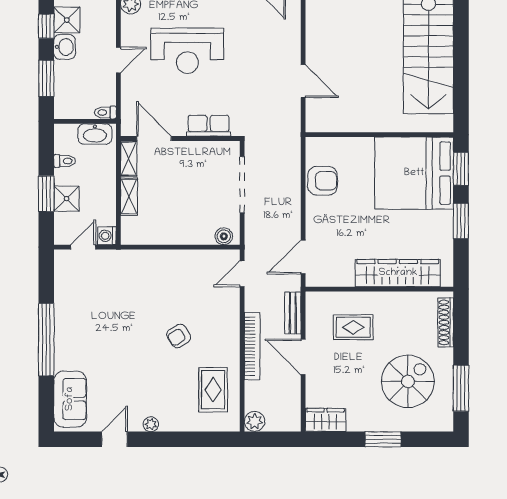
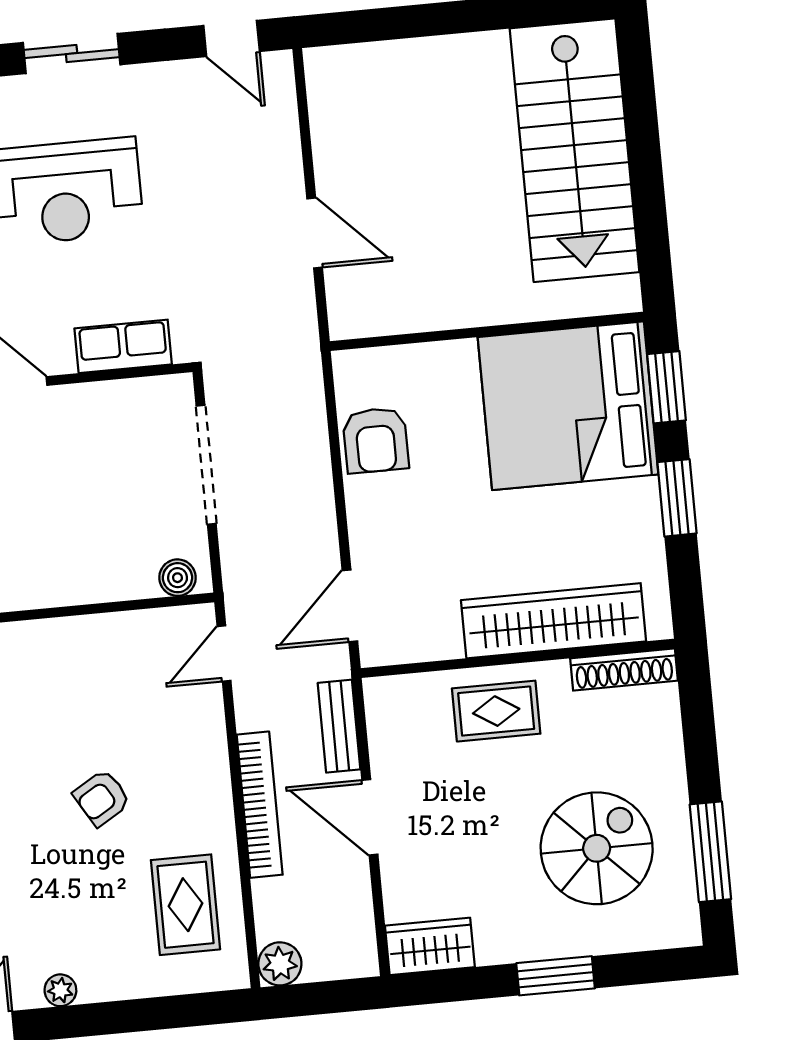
armchair: (323, 181) -> (376, 440), turned 90
shoe rack: (446, 322) -> (624, 669), moved, turned -90
rug: (353, 327) -> (496, 711), moved

